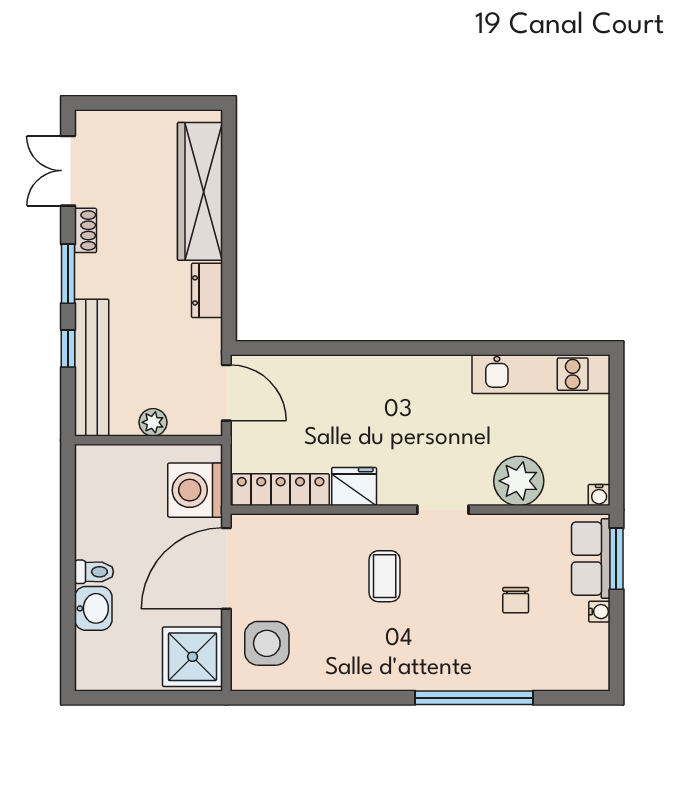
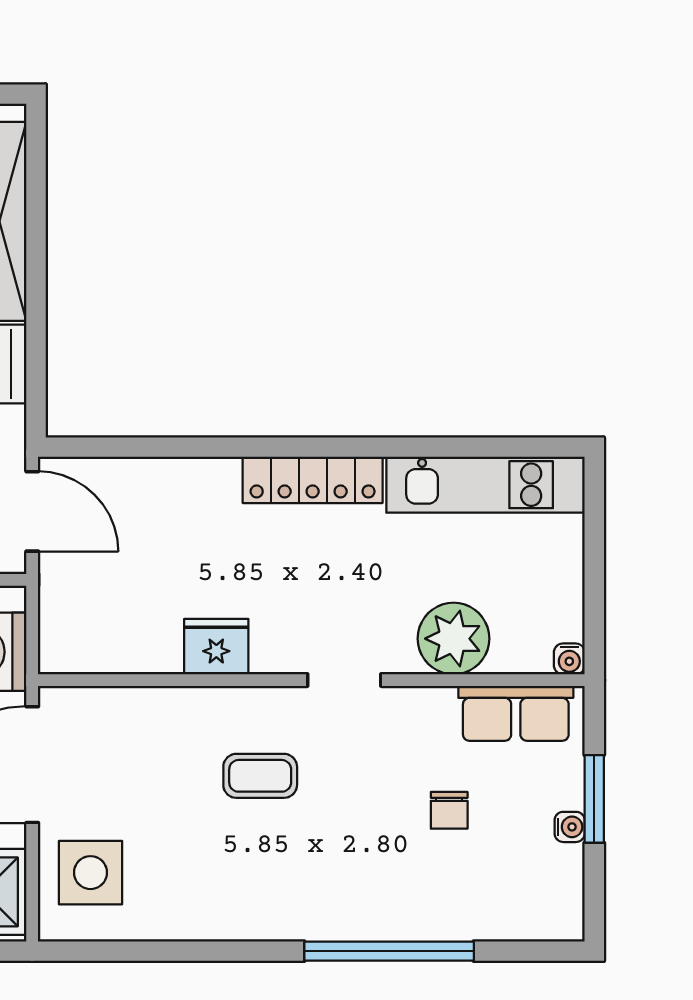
locker: (281, 490) -> (313, 480), moved, turned 180
row of seats: (591, 559) -> (516, 713), moved, turned -90
window: (616, 559) -> (594, 799), moved
coffee table: (385, 576) -> (260, 776), turned 90

